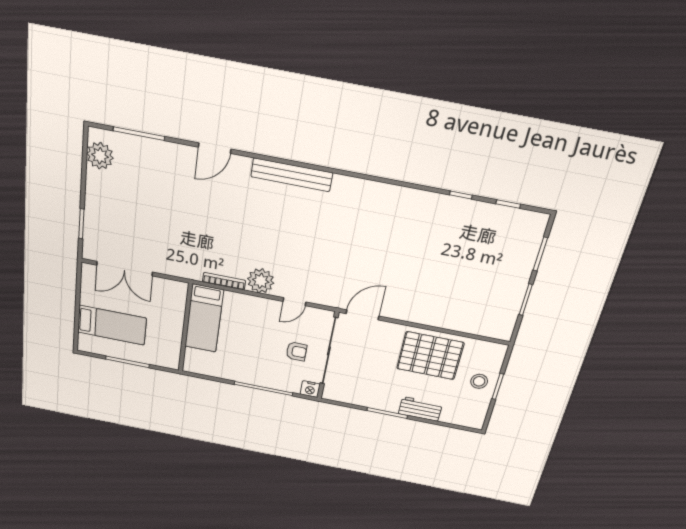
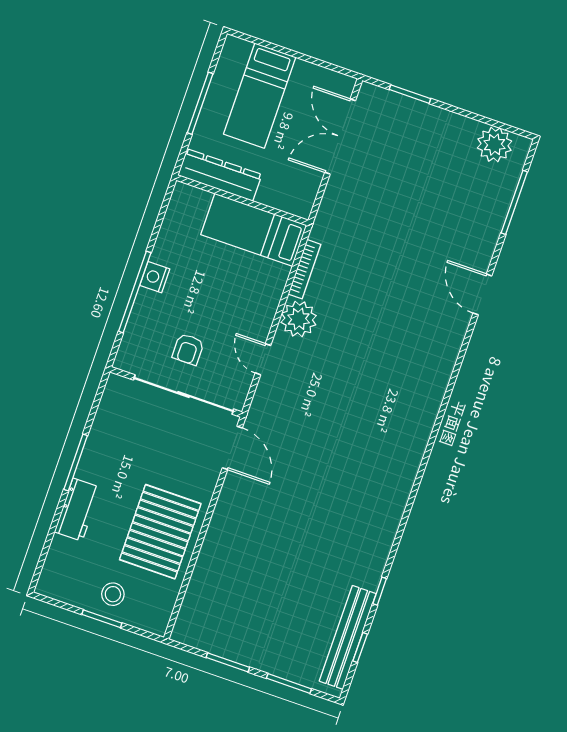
bench: (292, 175) -> (348, 637), moved
dresser: (172, 344) -> (220, 175), added
nightstand: (310, 389) -> (155, 277), moved

